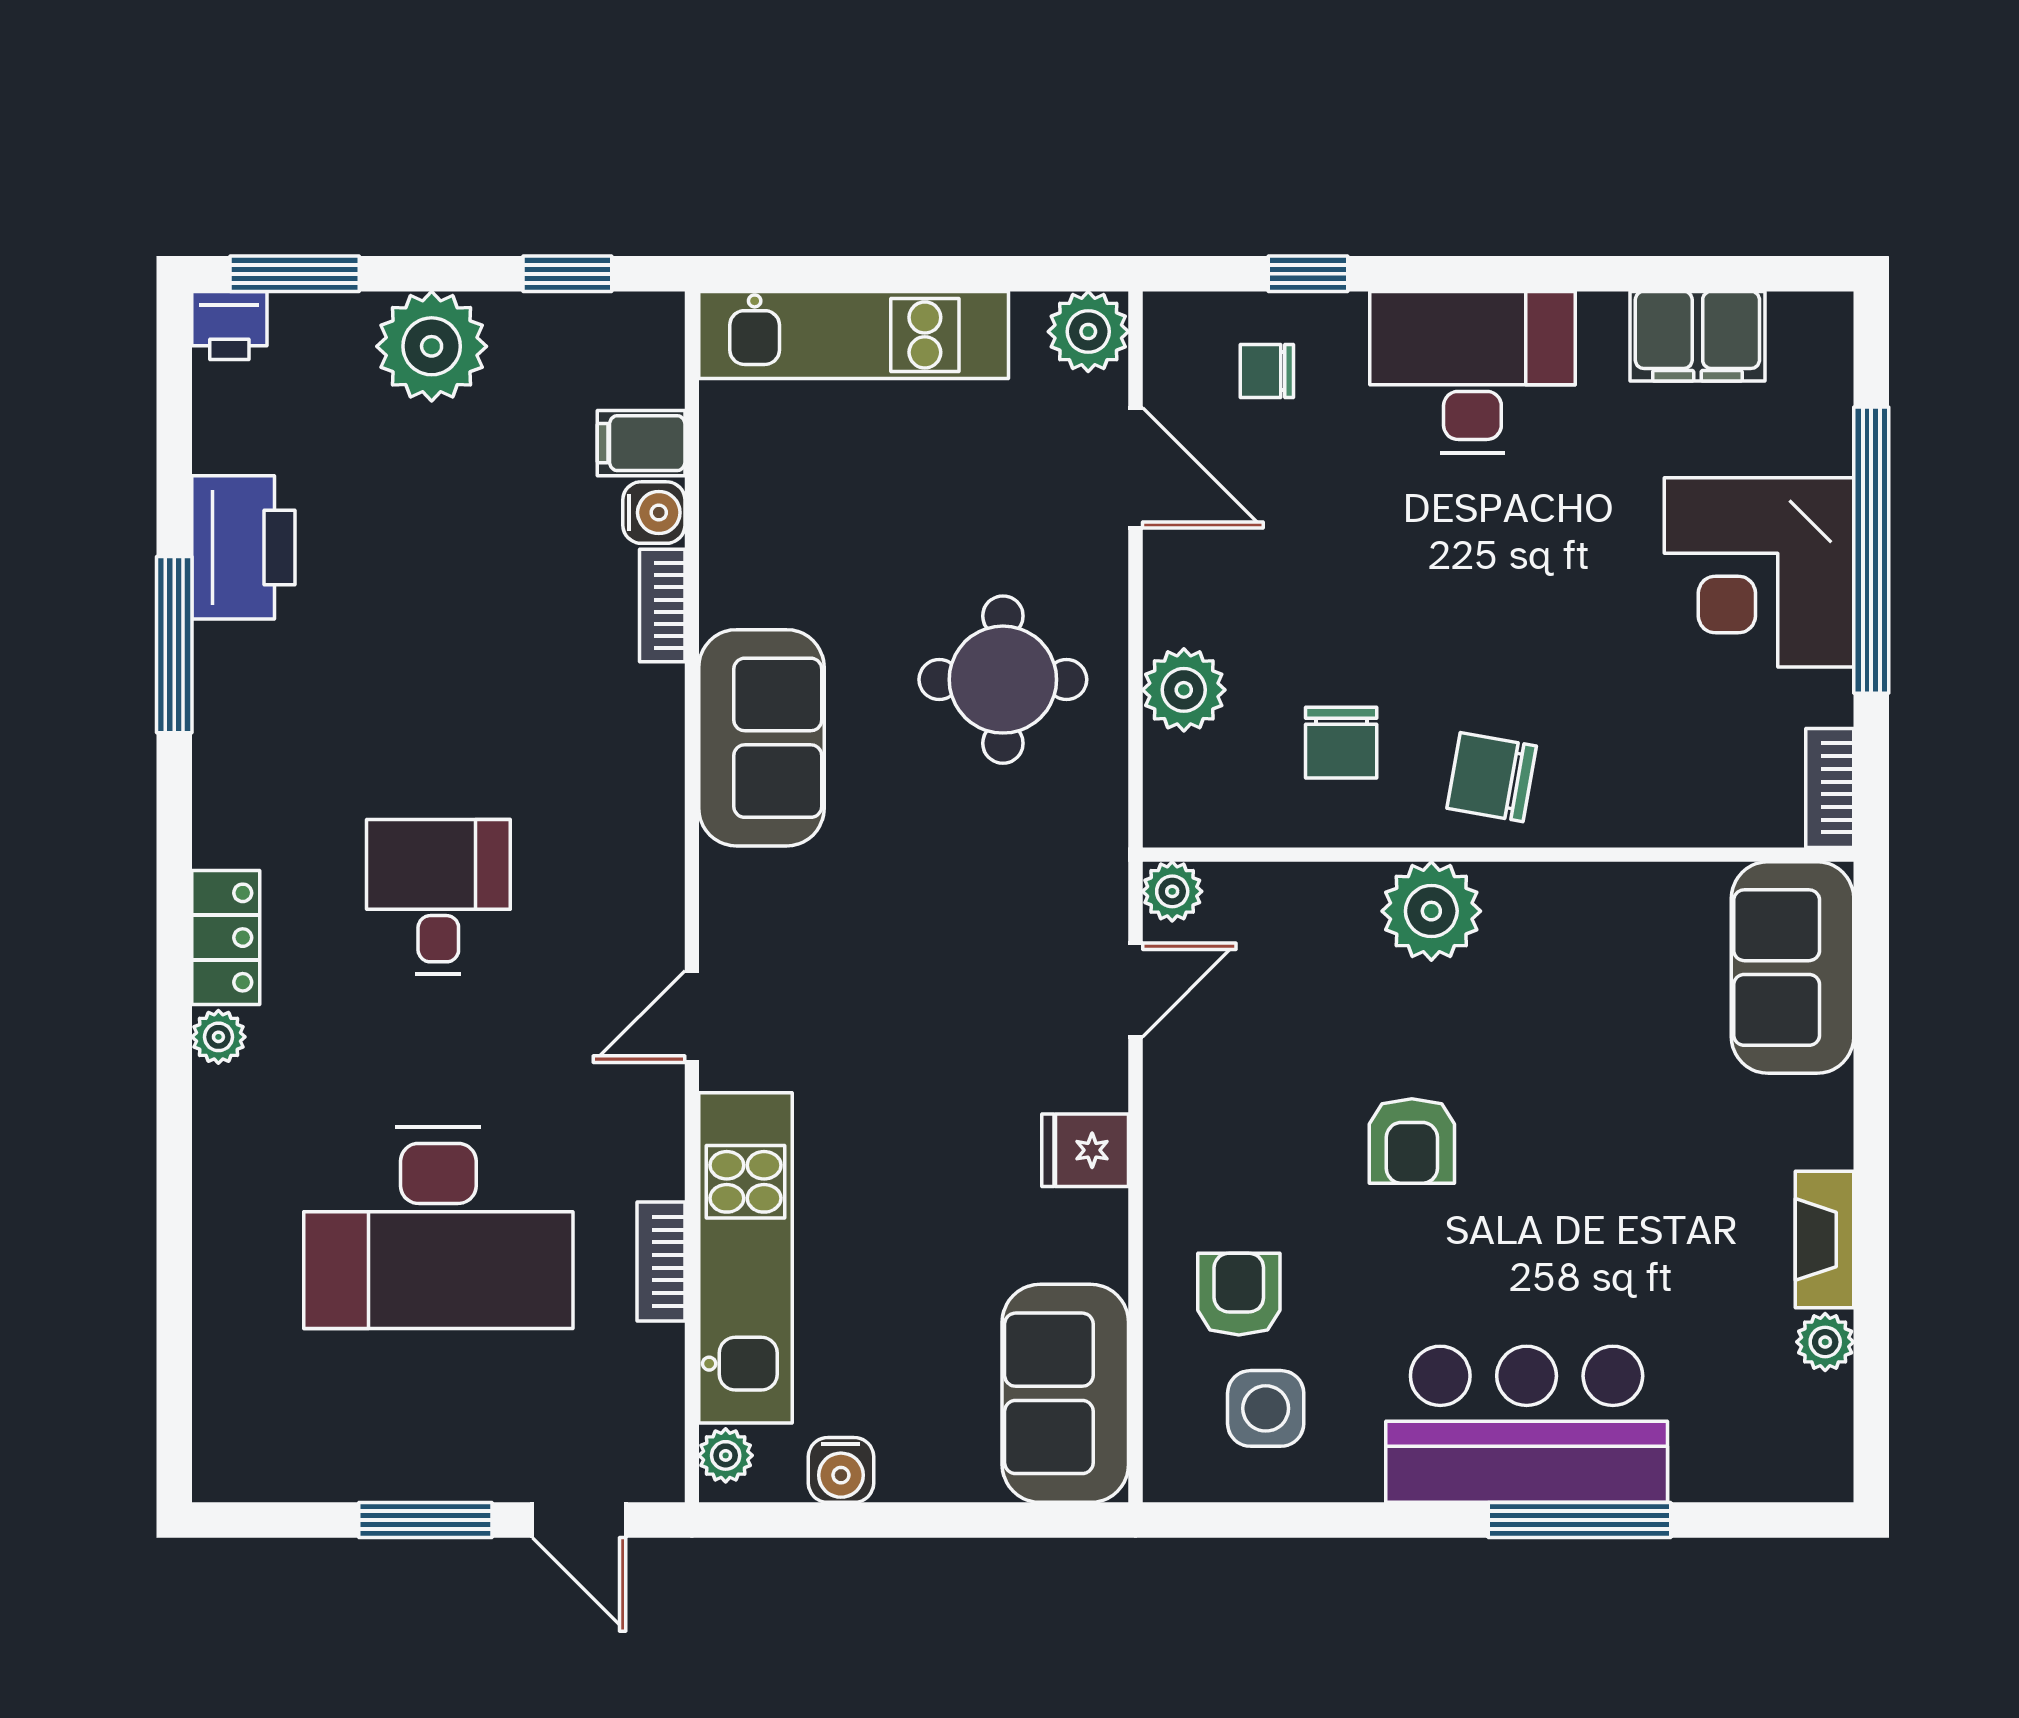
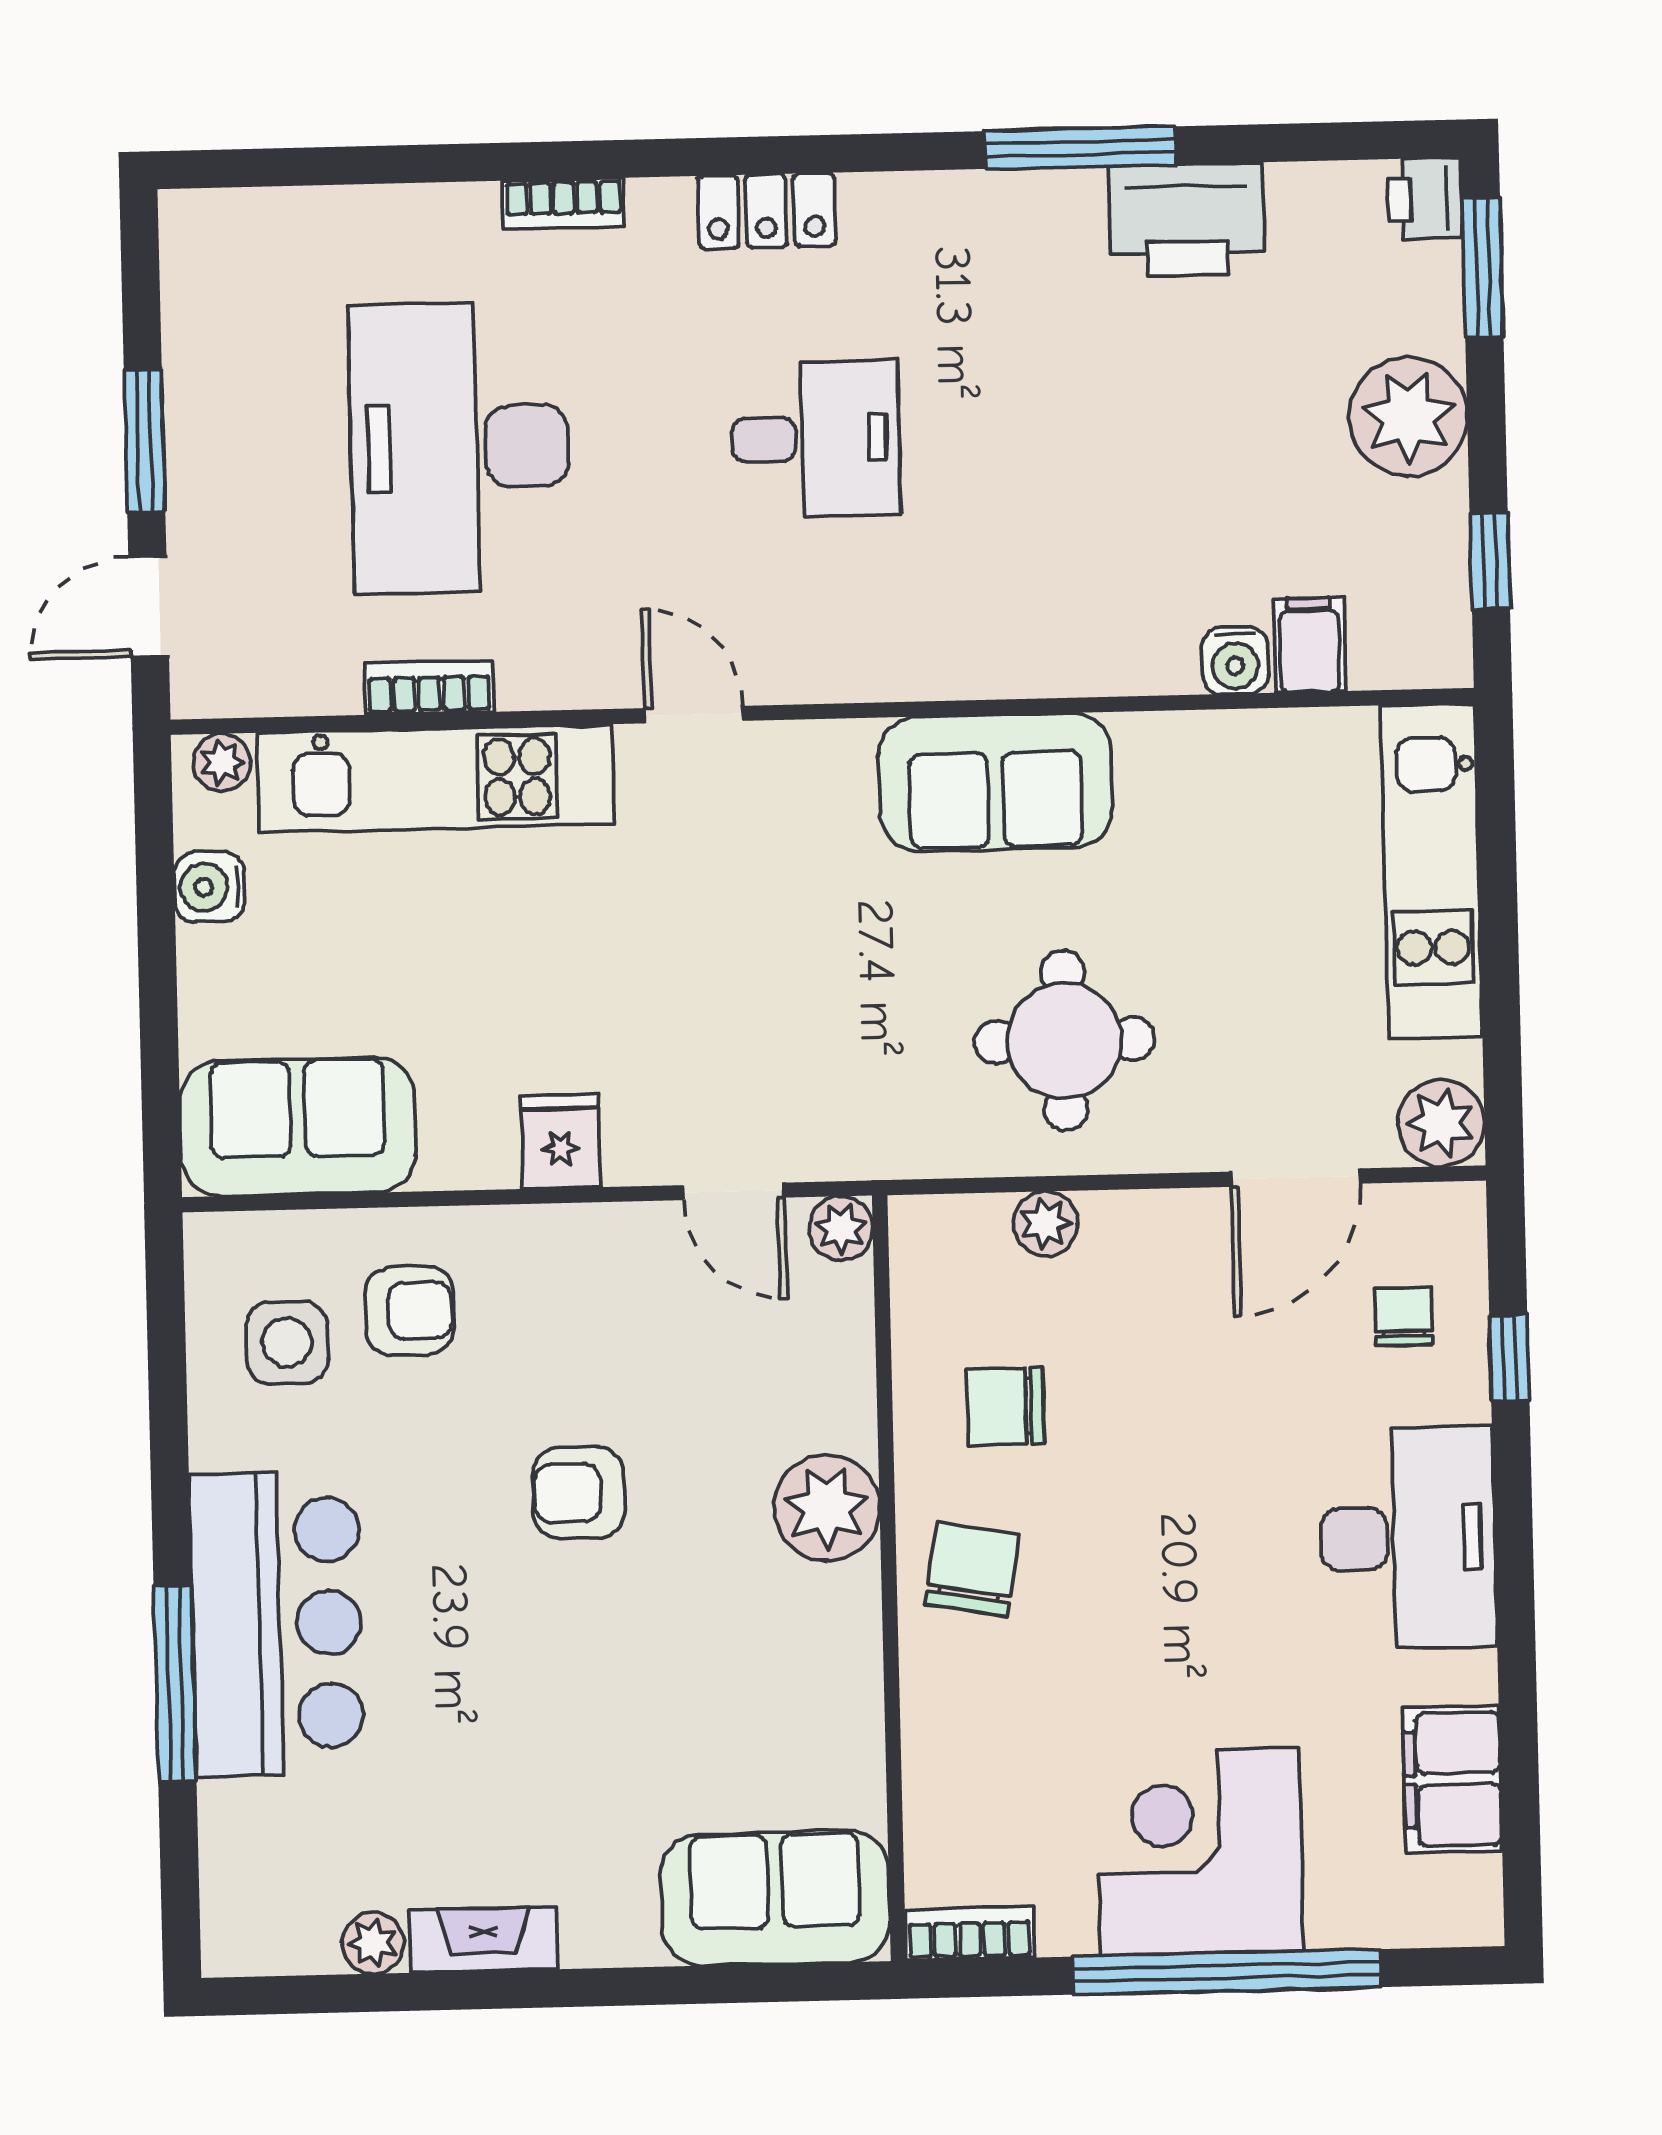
bookcase: (662, 606) -> (564, 204), moved, turned 180
plant: (1184, 690) -> (1046, 1224), width x0.73, depth x0.73
plant: (218, 1037) -> (659, 206), removed

